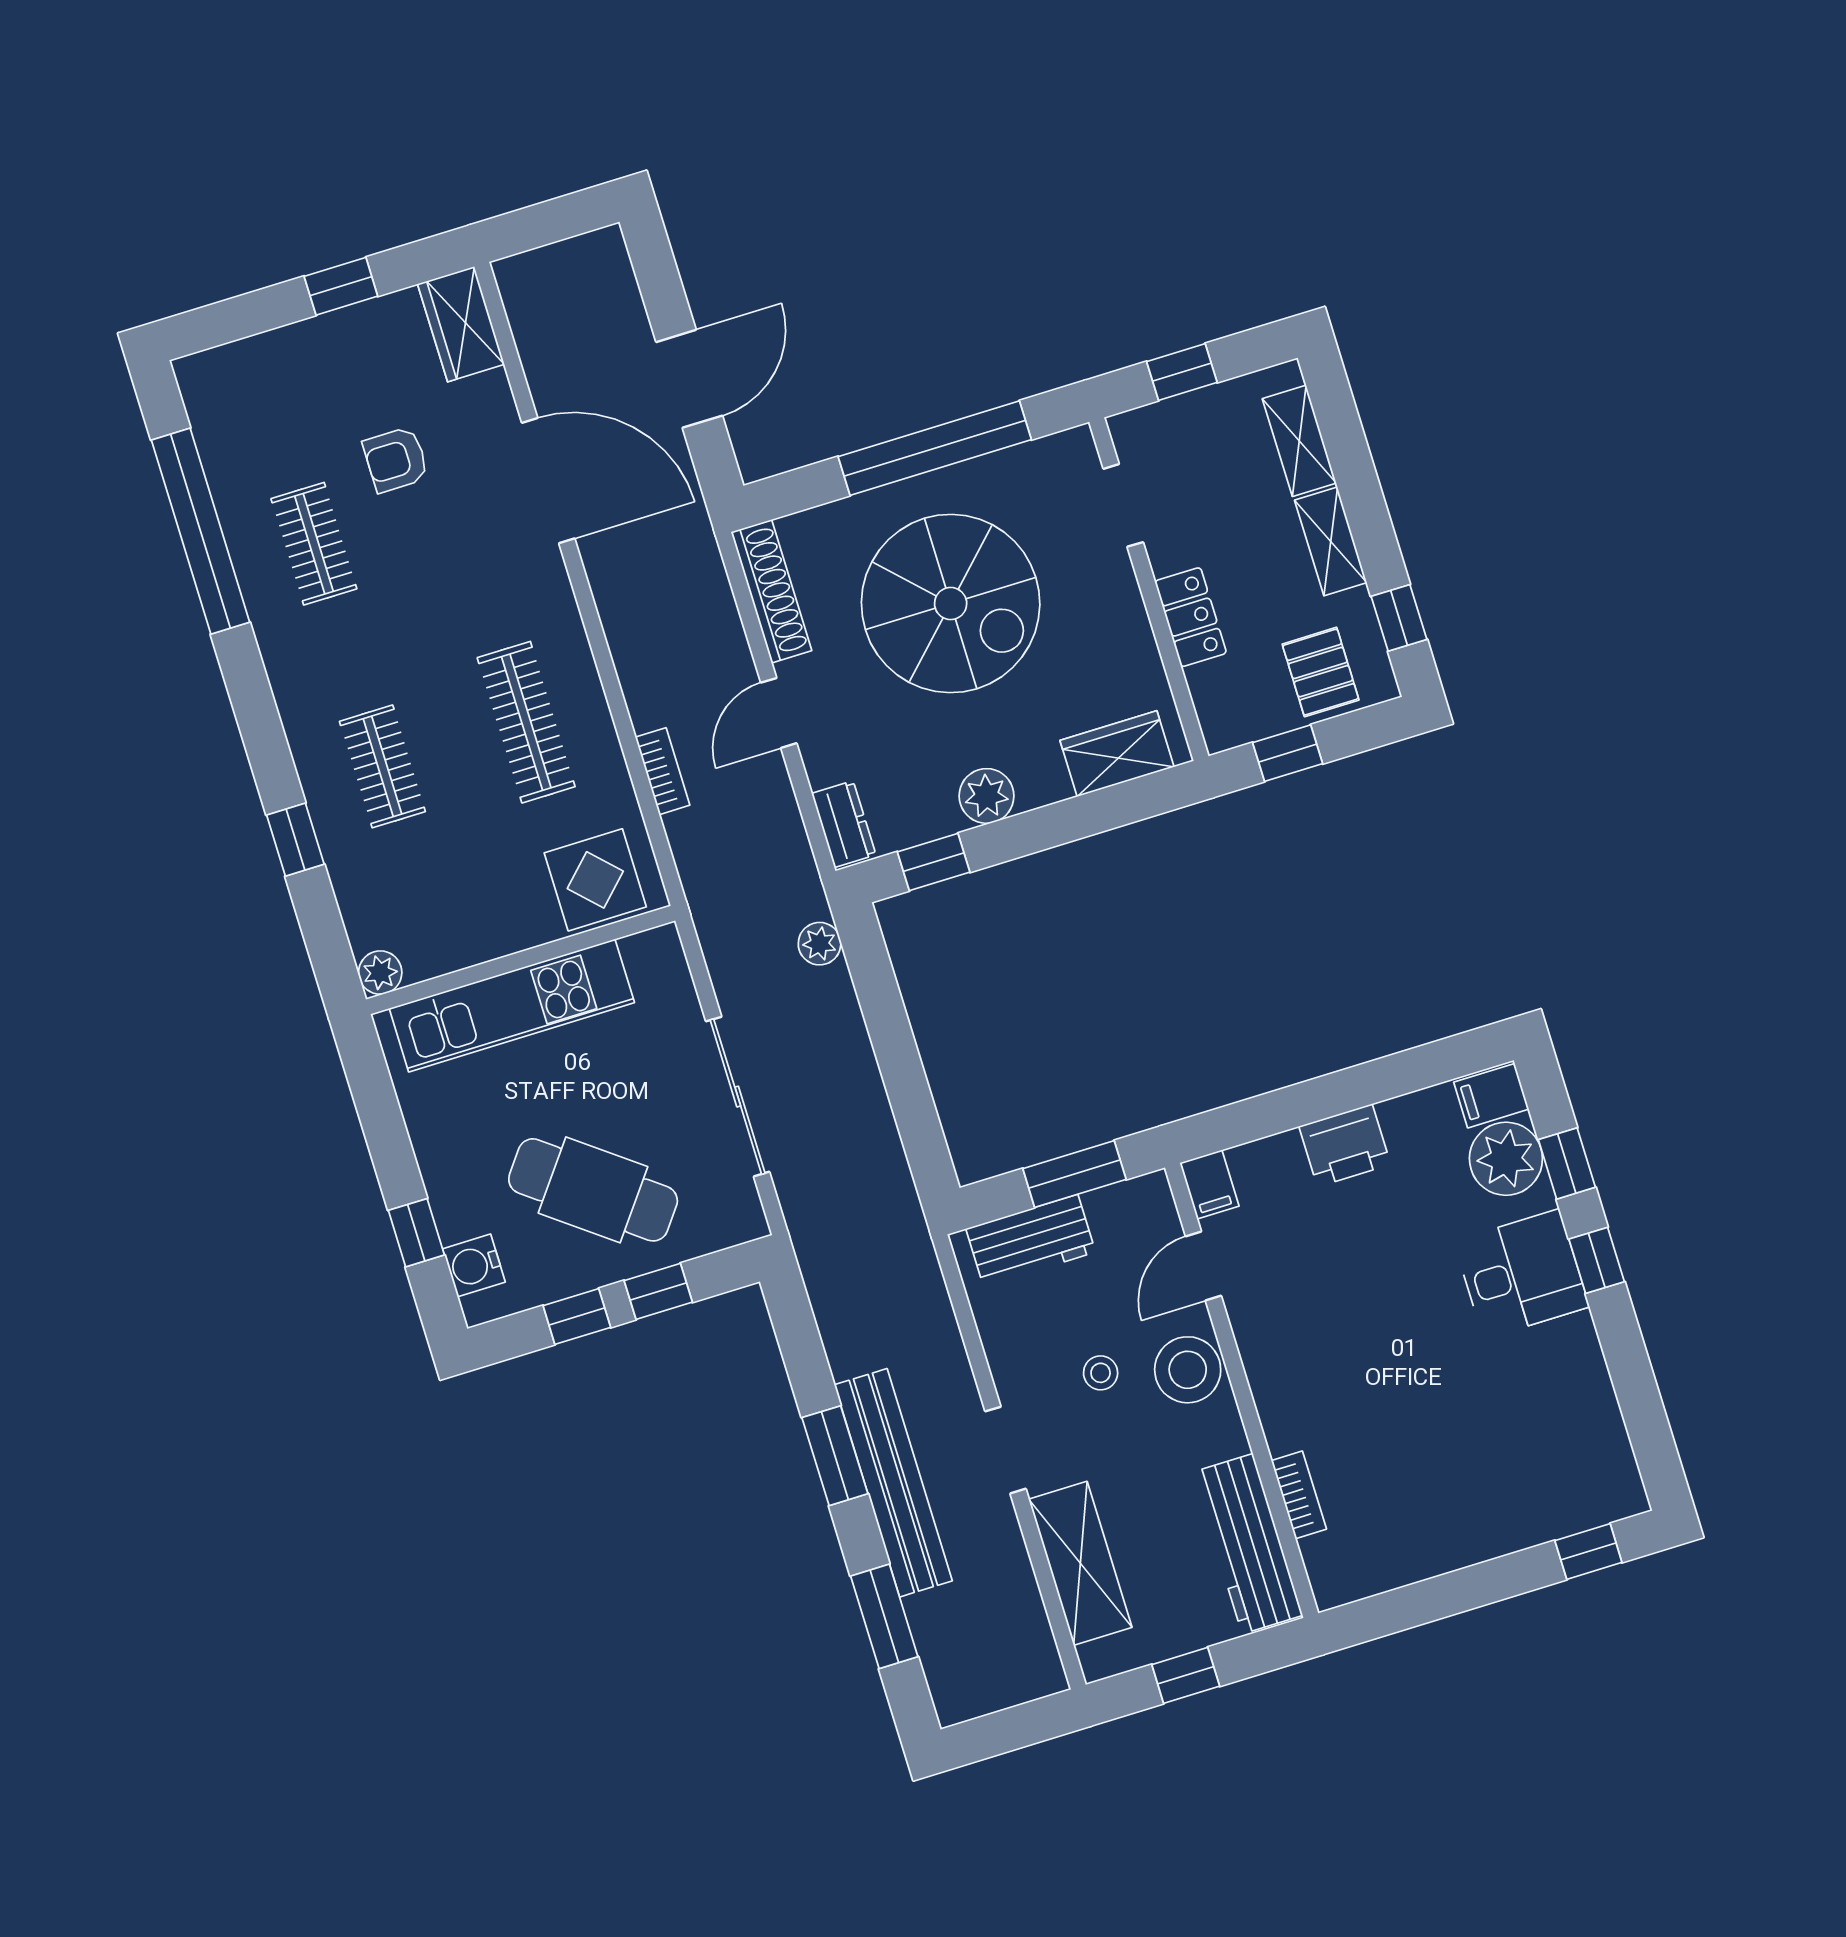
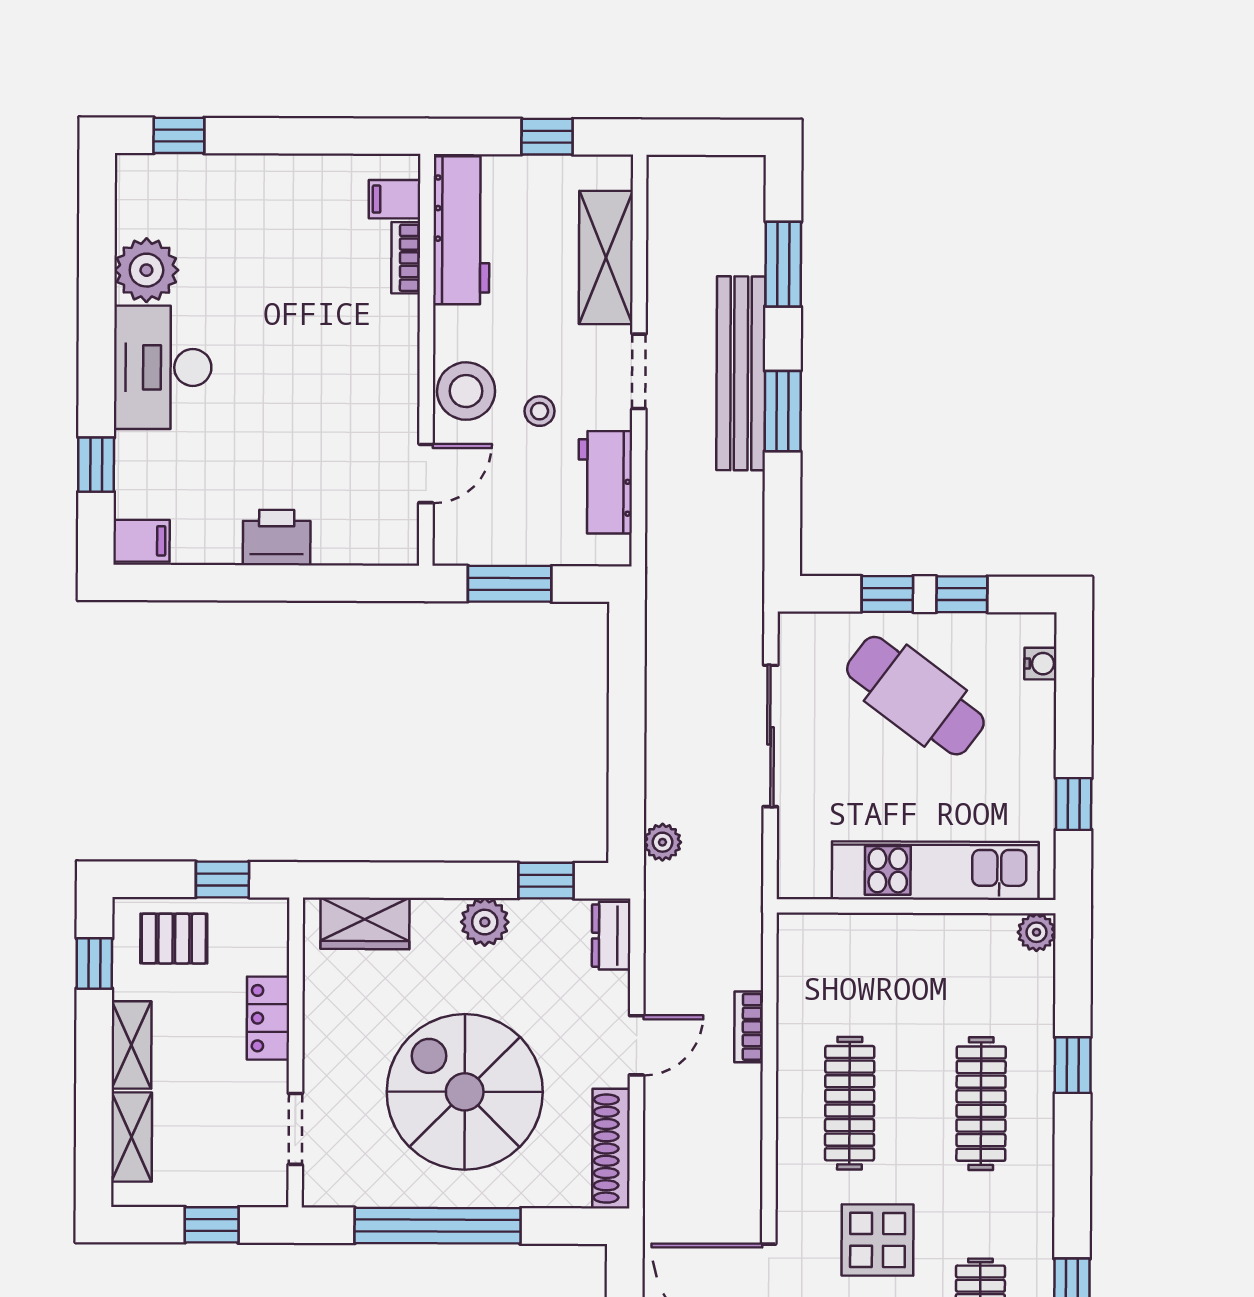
pallet: (1321, 672) -> (174, 939), turned 90
clothes rail: (382, 766) -> (981, 1104), width x1.36
display table: (595, 880) -> (878, 1240), moved
plant: (1506, 1159) -> (146, 270), moved
filing cabinet: (1209, 1185) -> (395, 199), moved, turned -90
window: (416, 1233) -> (1074, 804), moved
workbench: (1031, 1240) -> (605, 482), moved, turned -90
window: (1597, 1260) -> (96, 376), removed
water cooler: (474, 1265) -> (1040, 664), width x0.72, depth x0.72
desk: (1522, 1274) -> (163, 367), width x1.37

